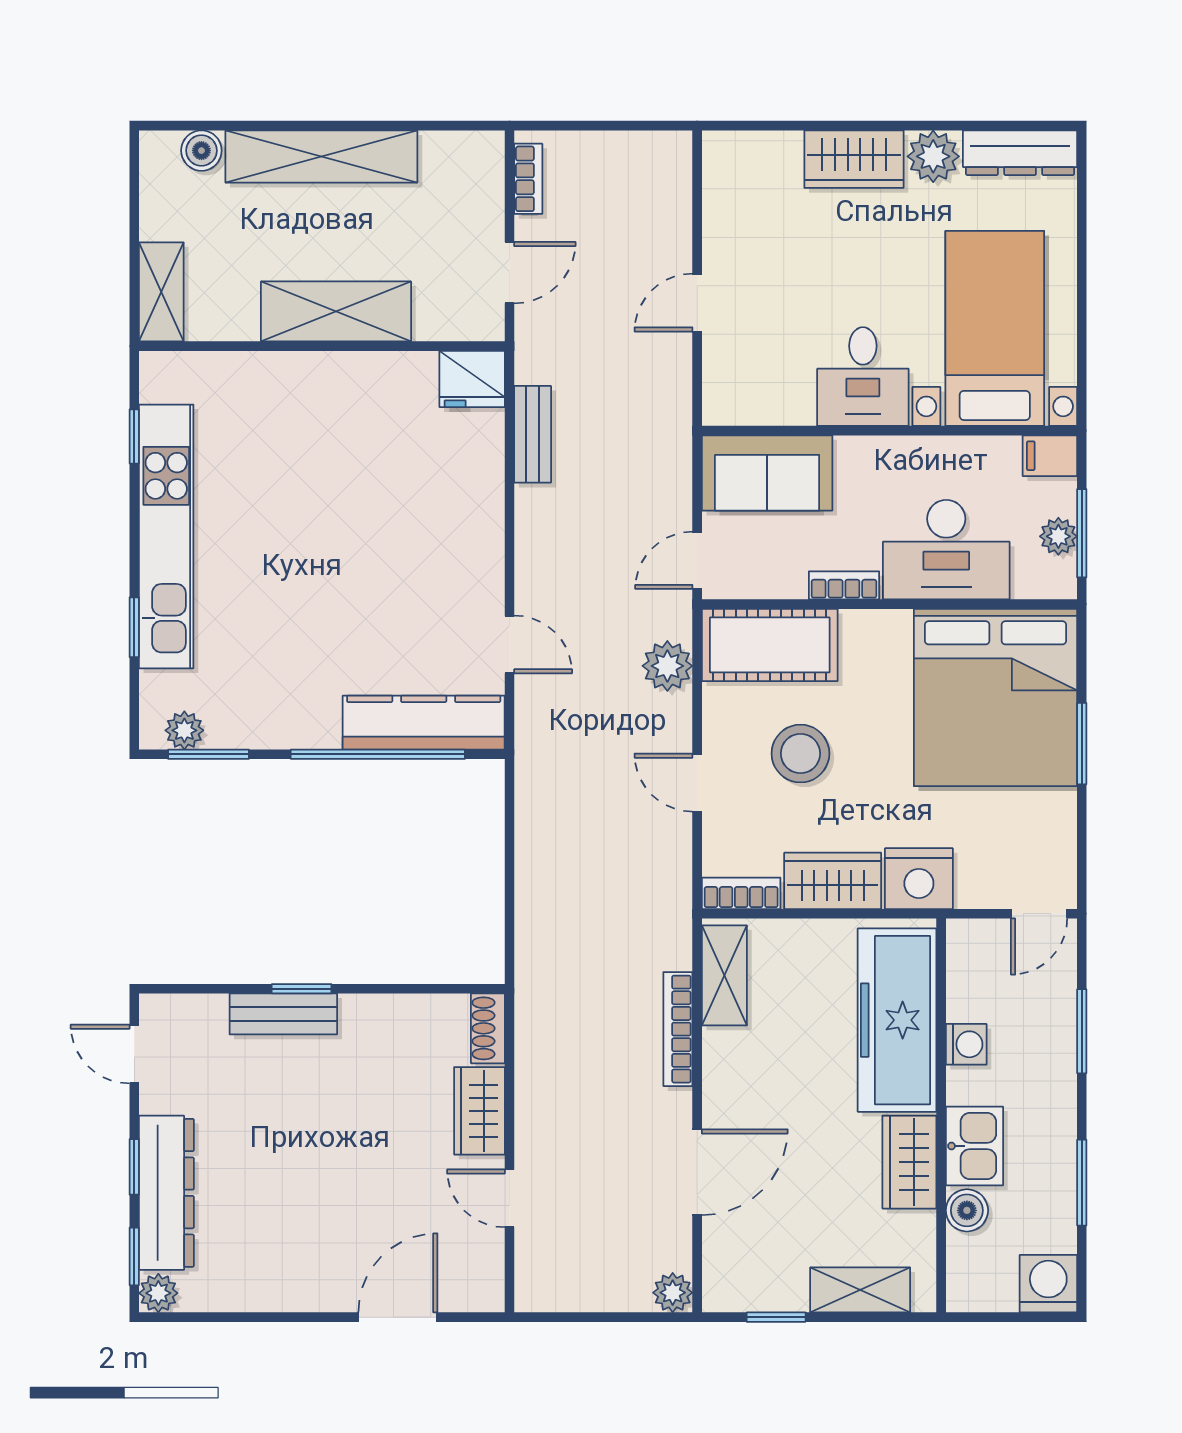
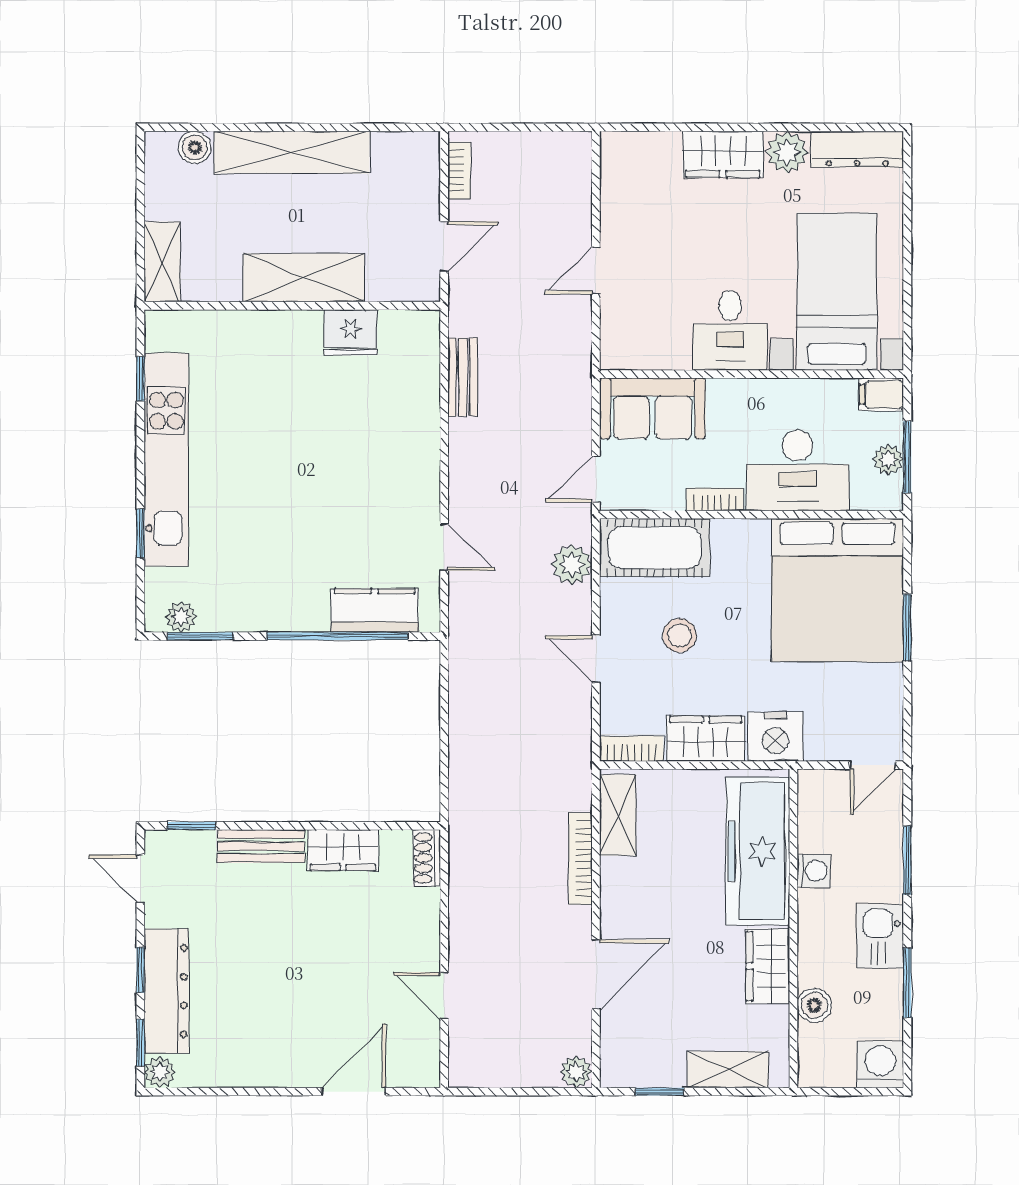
fridge: (472, 379) -> (351, 332), moved
kitchen counter: (424, 723) -> (375, 610), width x0.67
stool: (800, 754) -> (680, 635), width x0.73, depth x0.73
window: (302, 989) -> (192, 826), moved
wardrobe: (479, 1111) -> (343, 850), moved, turned -90
kitchen sink: (974, 1146) -> (880, 936), moved, turned 180

